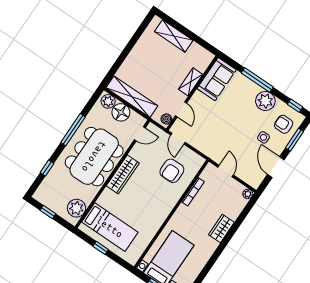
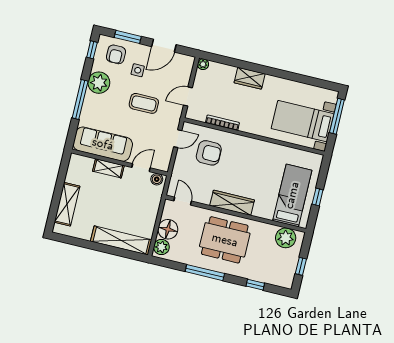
sofa: (217, 79) -> (103, 144), width x1.36
shelving: (132, 97) -> (121, 240), moved, turned 90
coffee table: (234, 132) -> (144, 103), added
door: (178, 139) -> (178, 139), moved
dining table: (94, 157) -> (225, 240), width x0.73, depth x0.80

